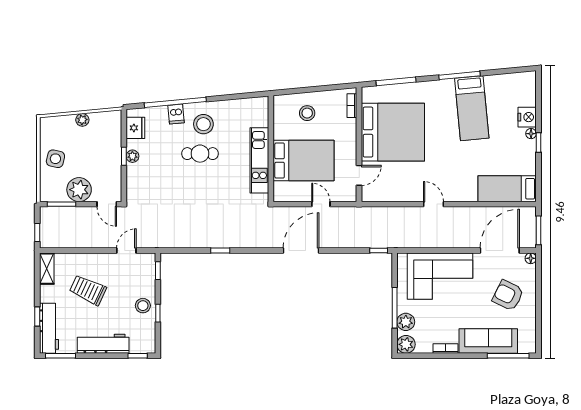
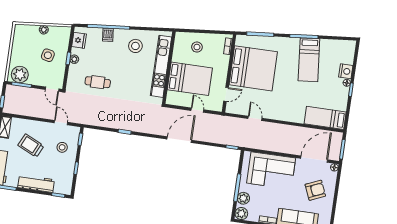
stool: (203, 124) -> (135, 46), moved
cafe table: (200, 154) -> (98, 82), moved
side table: (55, 159) -> (48, 55), moved
kitchen unit: (259, 160) -> (161, 66), width x1.36
plant: (79, 190) -> (20, 74), moved
door: (434, 204) -> (255, 118), moved
door: (126, 251) -> (61, 123), hinge flipped
armchair: (508, 295) -> (315, 190), turned 131
stool: (143, 306) -> (62, 147), moved

